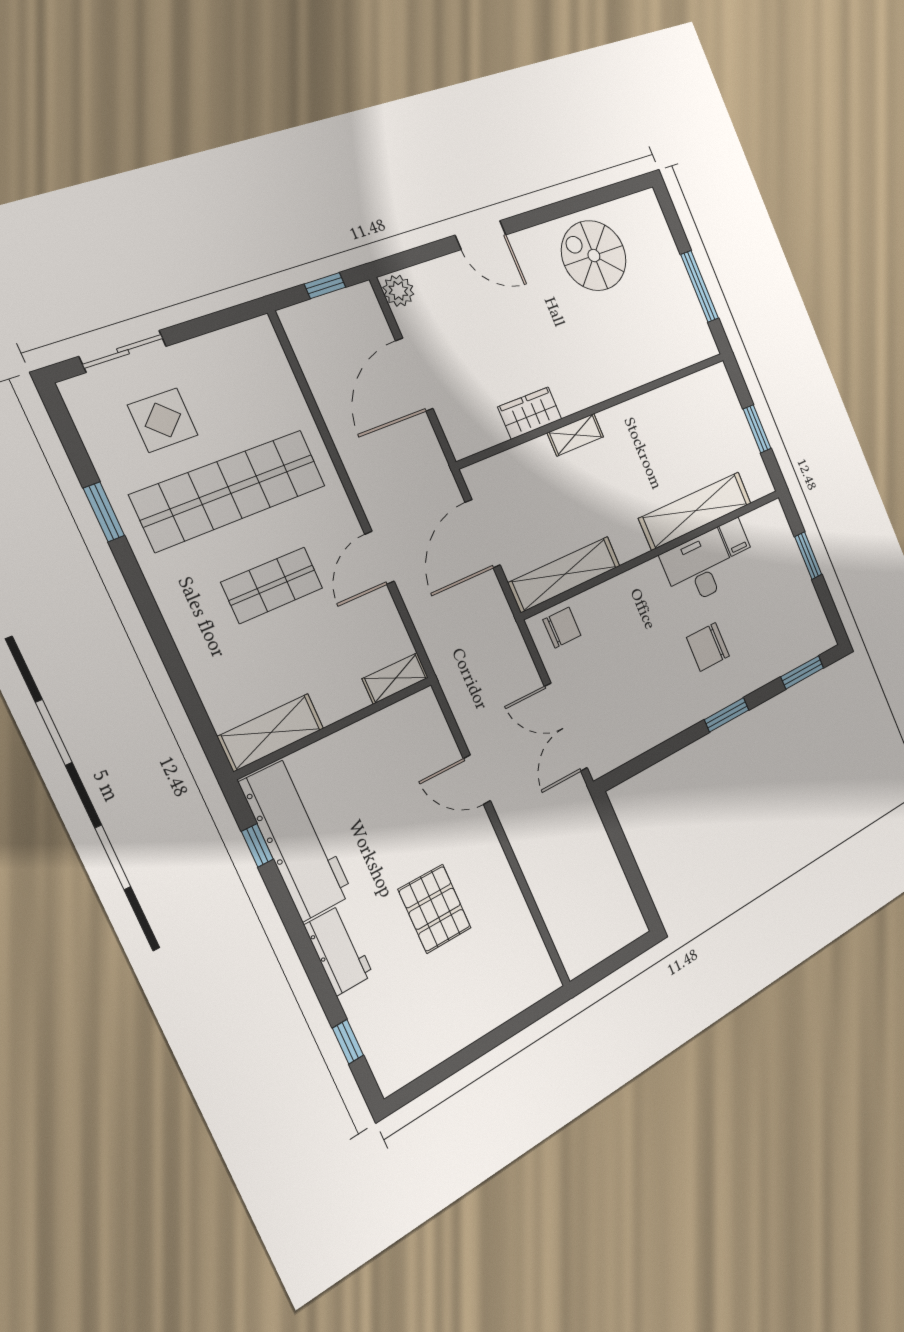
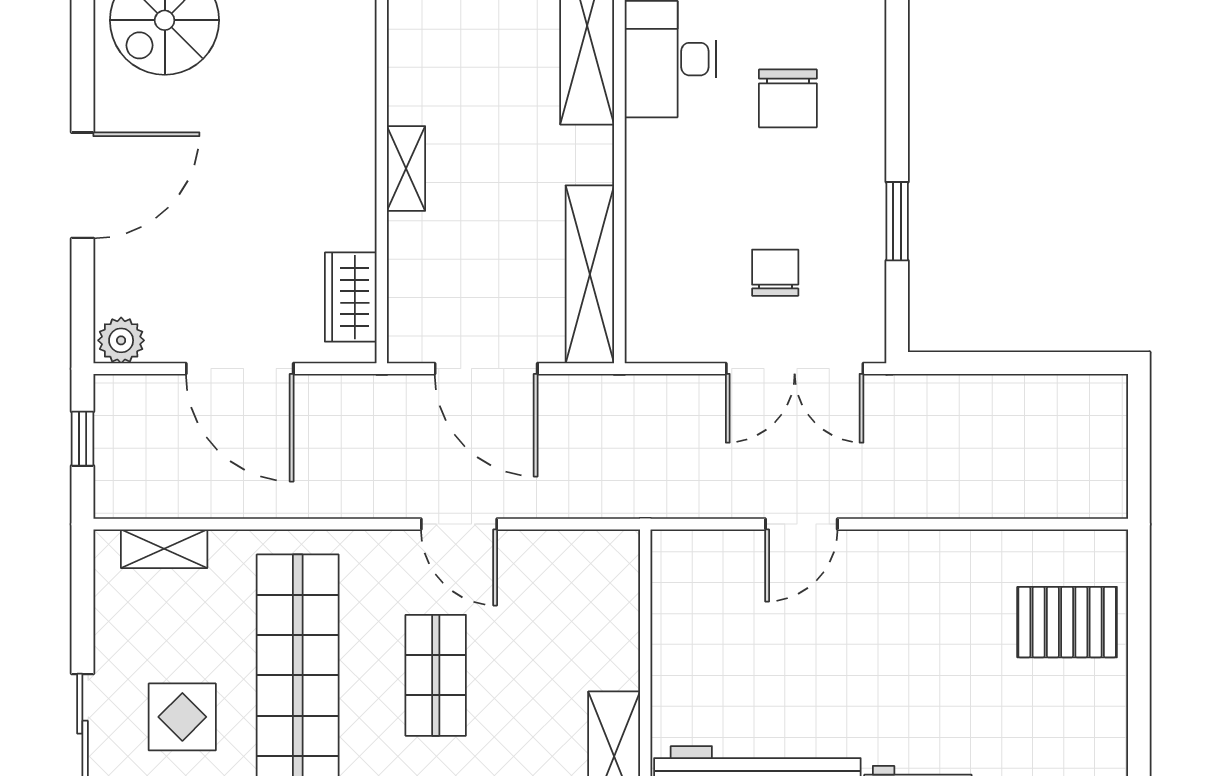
door: (481, 235) -> (82, 185), width x1.36
wardrobe: (530, 413) -> (351, 297), moved
chair: (562, 628) -> (775, 273), moved
shelving: (395, 678) -> (164, 549), moved, turned 90
window: (727, 715) -> (897, 221), moved
pallet: (435, 909) -> (1067, 622), moved

